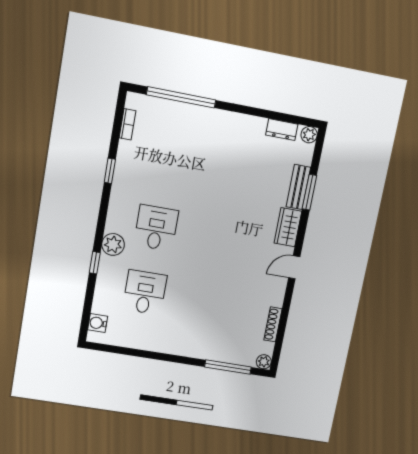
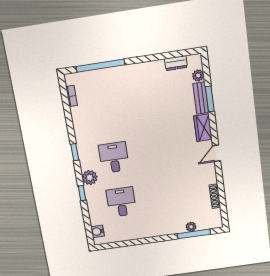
plant: (309, 135) -> (198, 76), moved
window: (110, 171) -> (75, 152), moved
plant: (264, 362) -> (191, 227), moved

